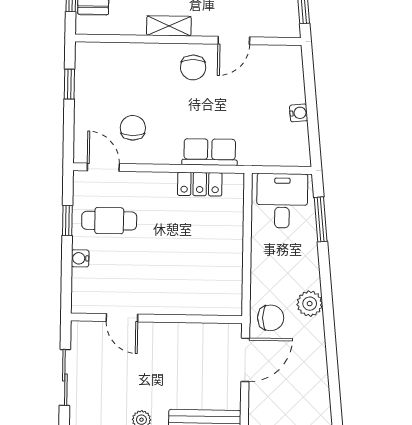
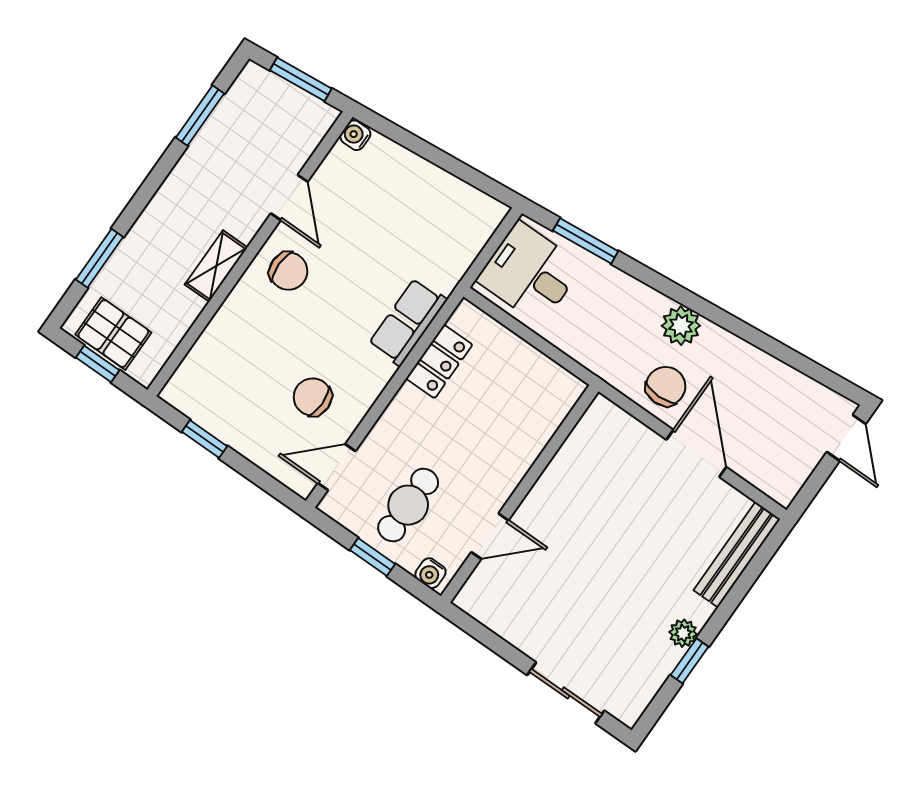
water cooler: (299, 113) -> (355, 135), moved, turned -84
door: (122, 318) -> (490, 536), moved
wall: (156, 318) -> (520, 494), moved

